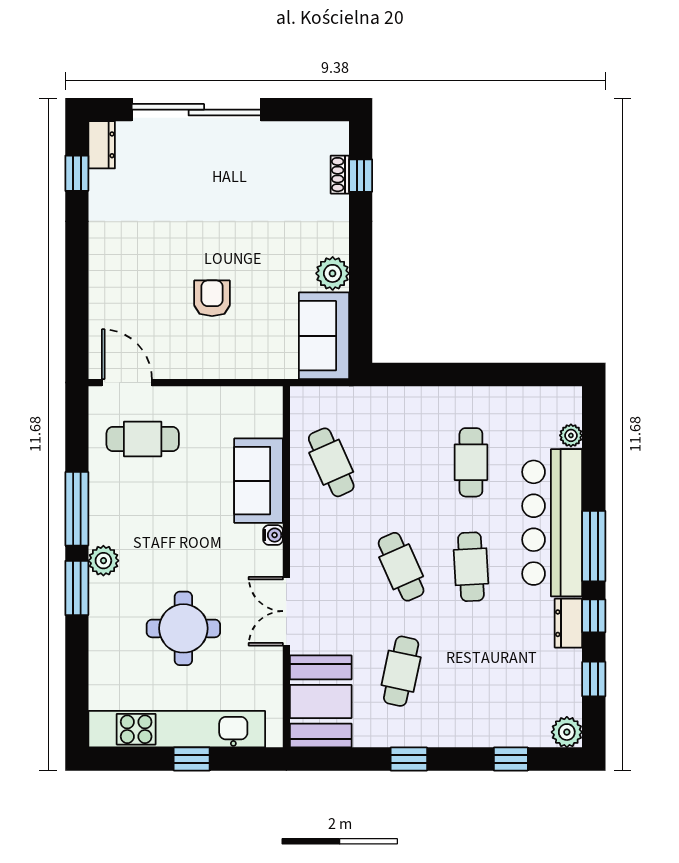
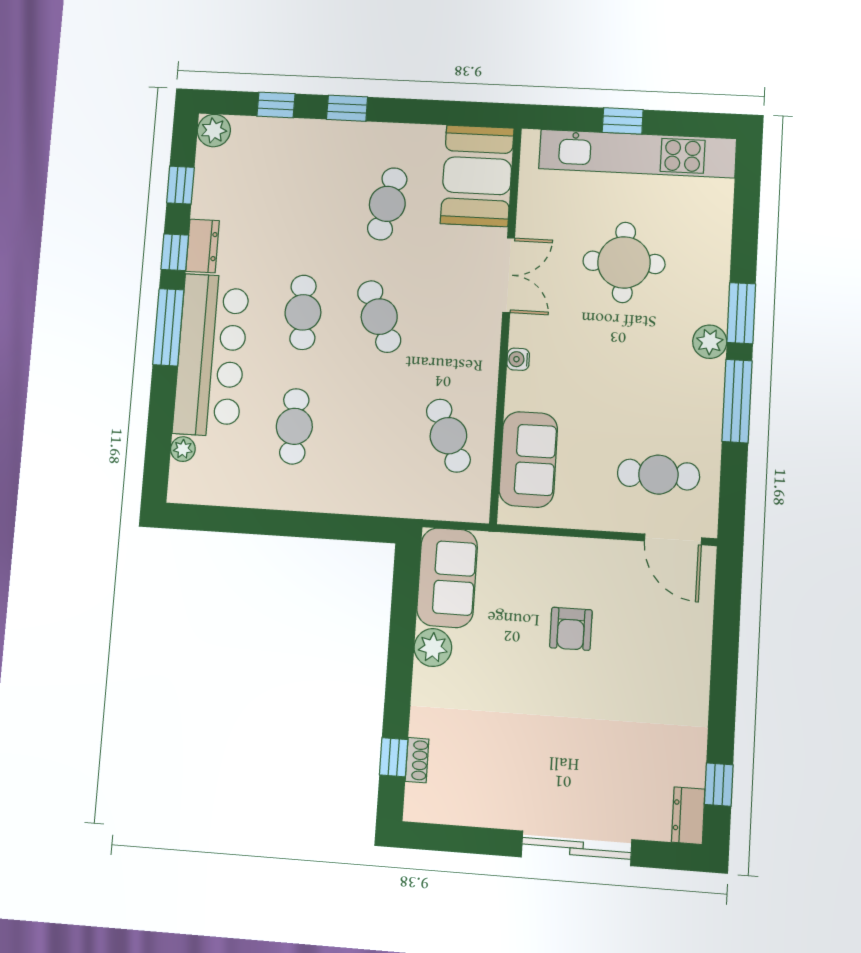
sliding door: (196, 110) -> (576, 848), width x0.73
sofa: (259, 481) -> (528, 459), moved
window: (409, 759) -> (347, 108), moved

